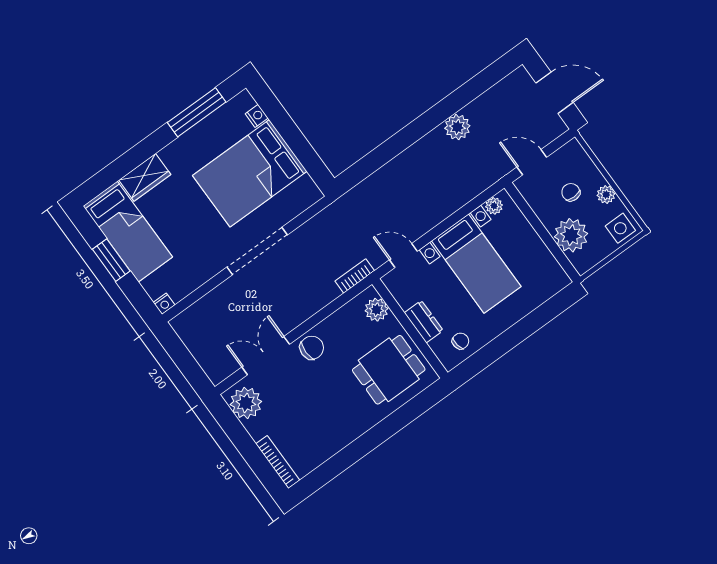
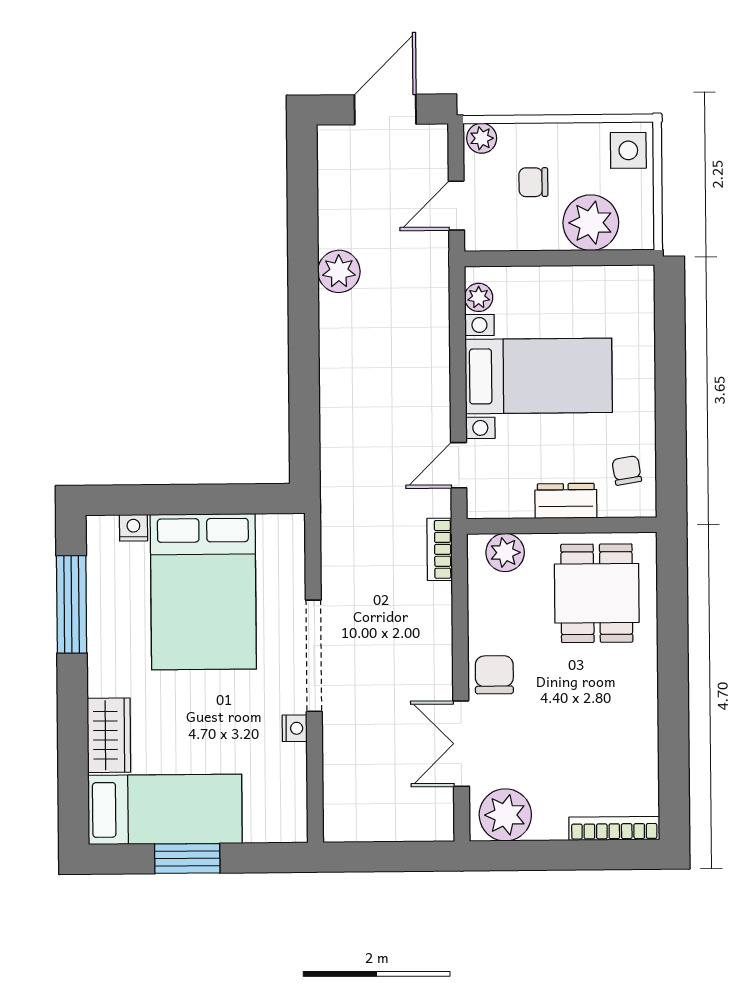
plant: (606, 195) -> (482, 138), moved
nightstand: (164, 304) -> (295, 728), moved

